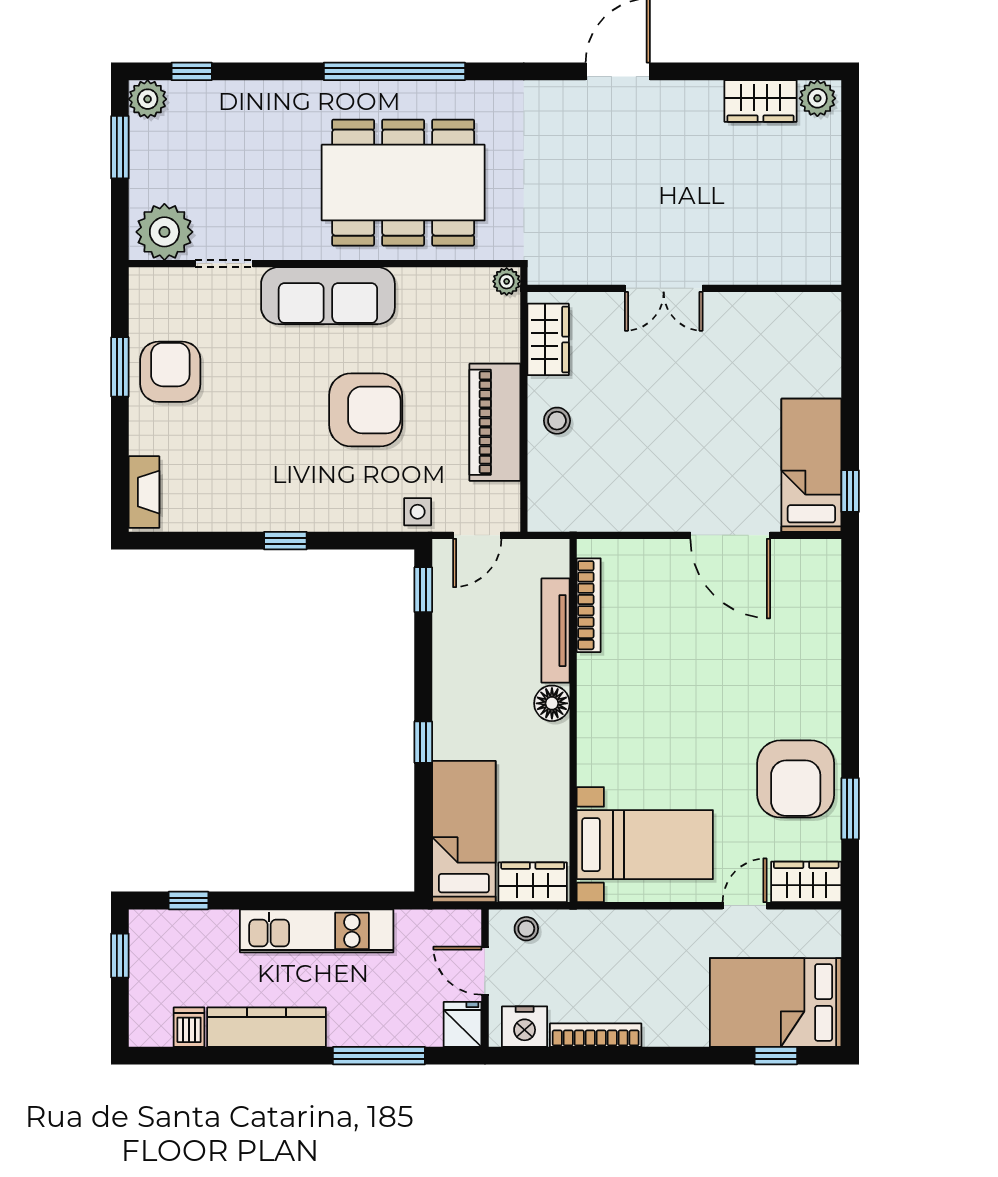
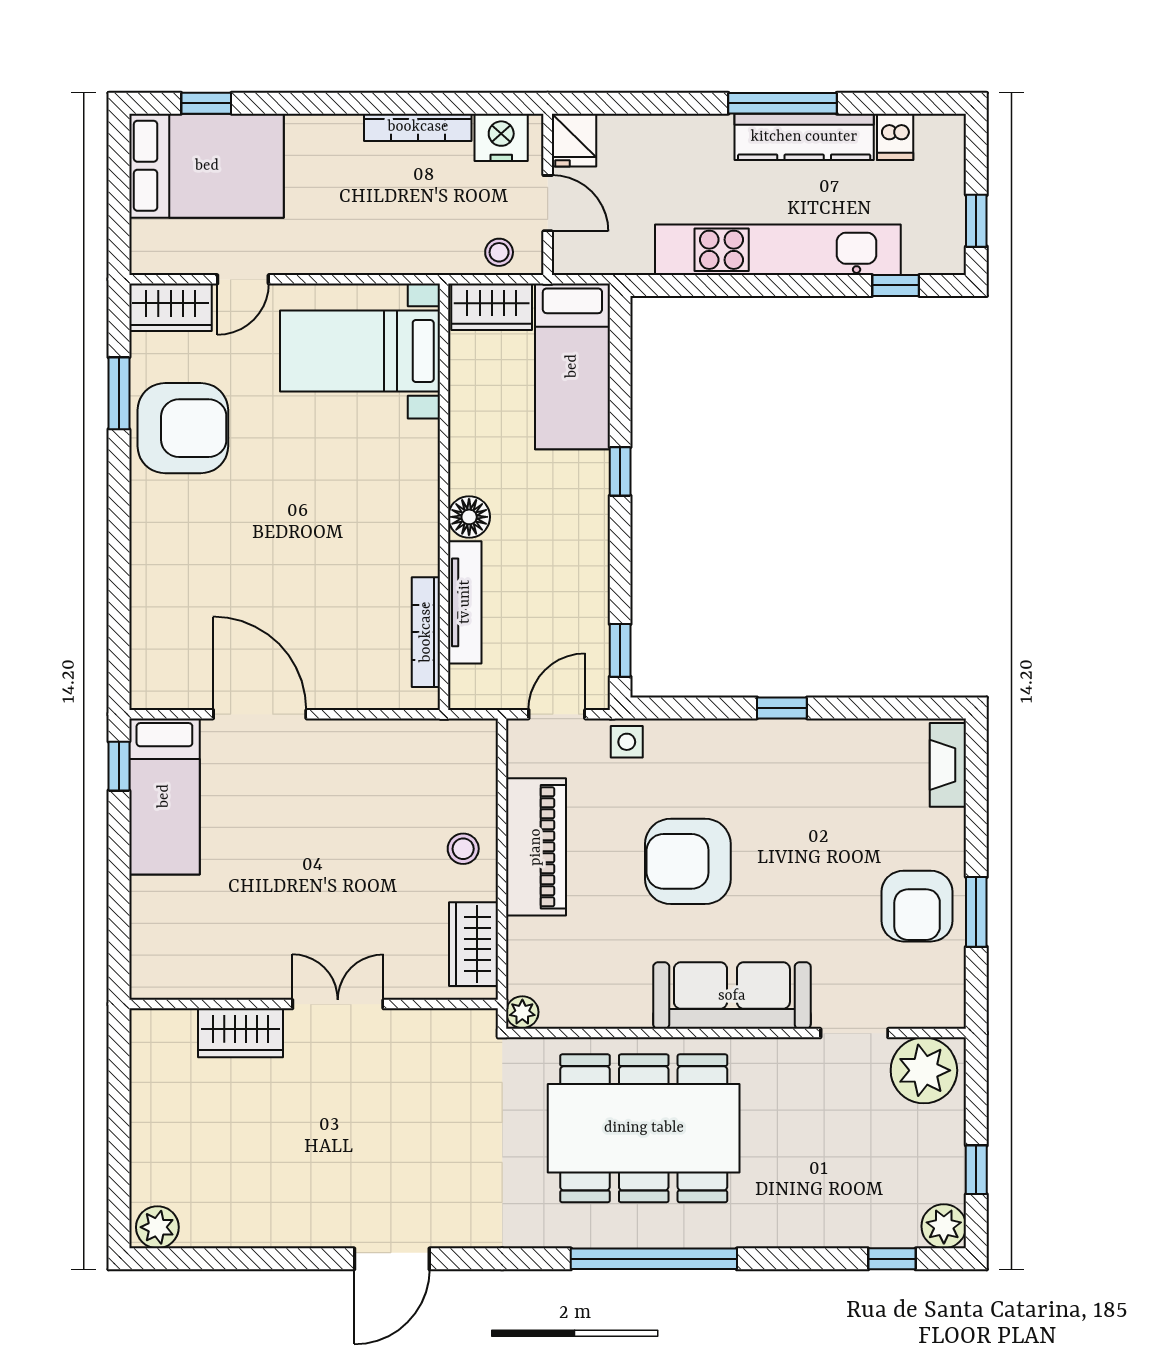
wardrobe: (761, 101) -> (240, 1033), moved, turned 180
window: (120, 147) -> (976, 1170), width x0.67
armchair: (796, 779) -> (183, 428), turned 90
kitchen unit: (317, 931) -> (778, 250), width x1.36
window: (379, 1056) -> (782, 103), moved

